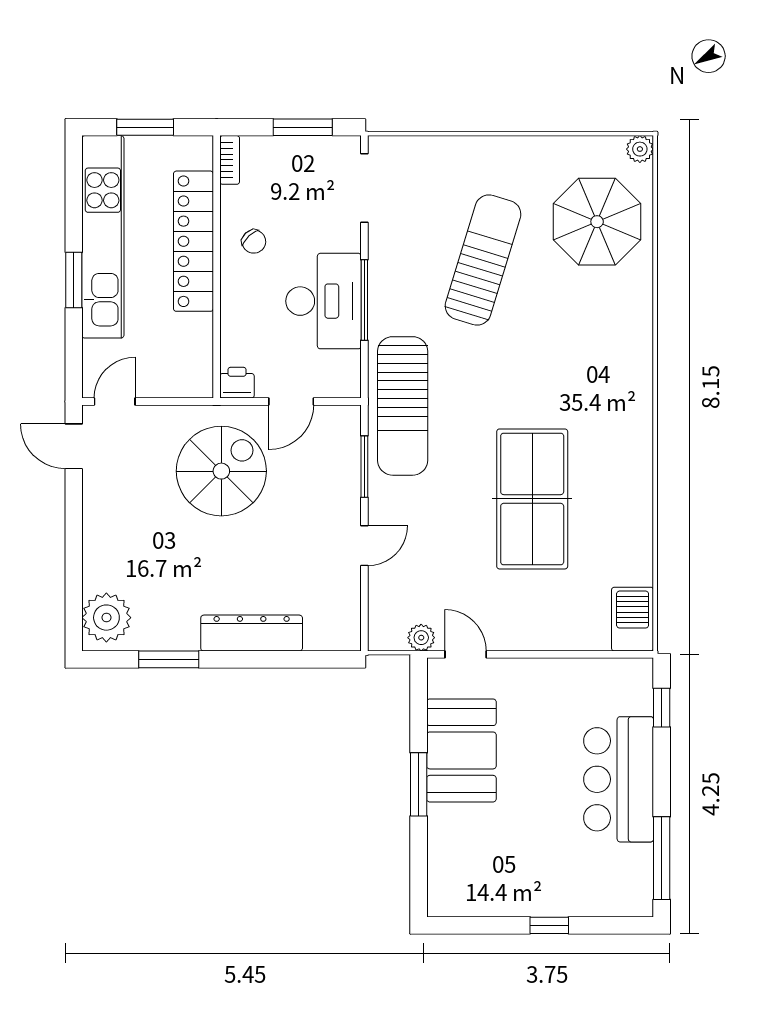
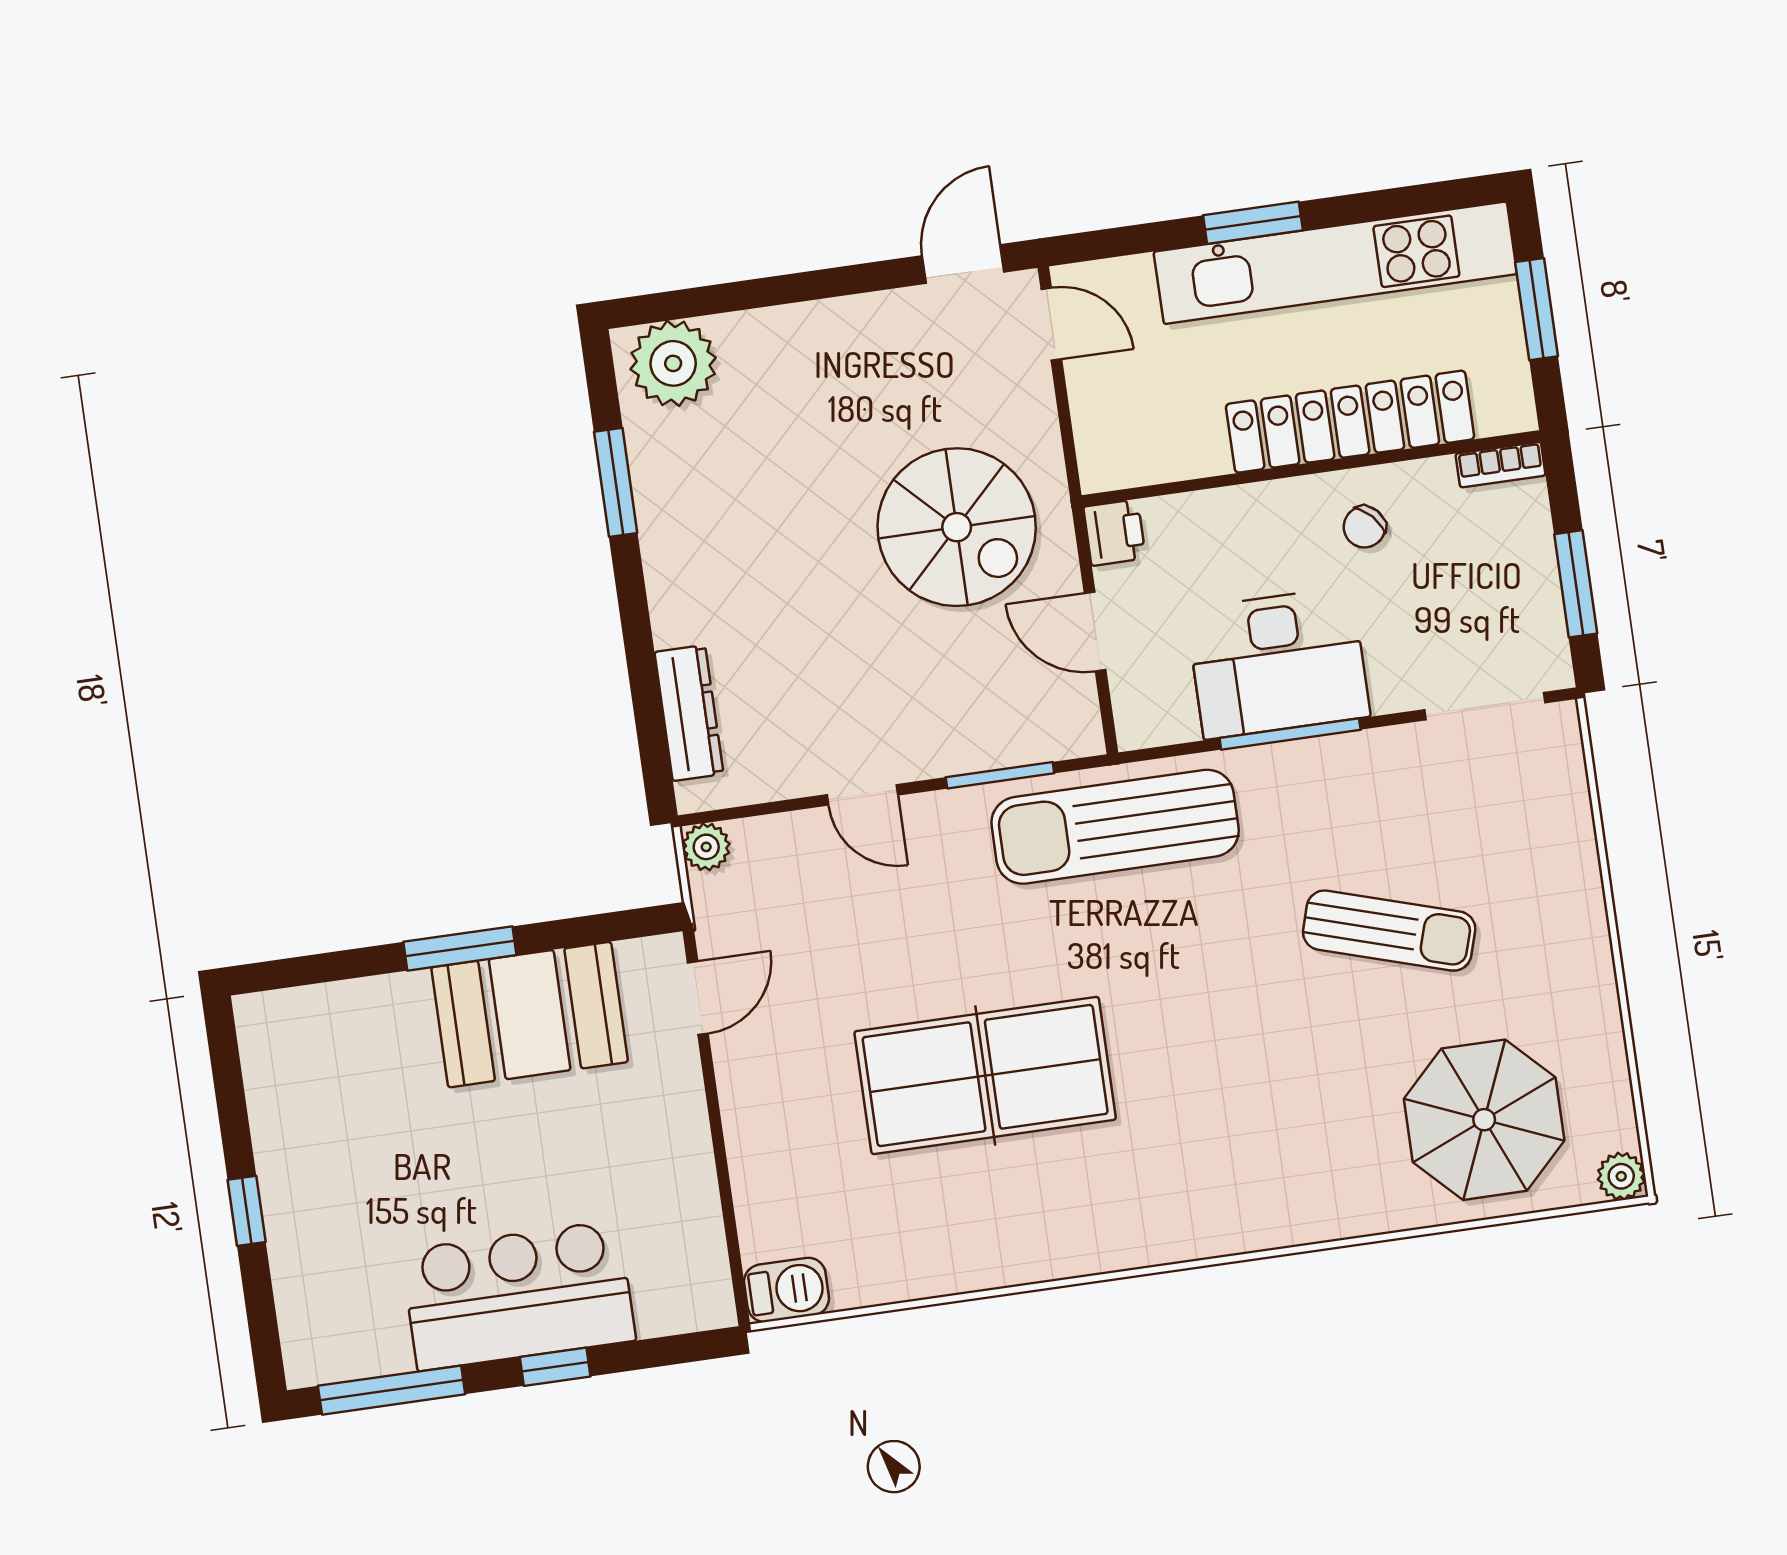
sun lounger: (483, 260) -> (1389, 931), width x0.73, depth x0.75
barbecue: (633, 619) -> (787, 1290), width x0.73, depth x0.79
dresser: (252, 633) -> (689, 713), moved, width x0.73, depth x0.80
plant: (421, 638) -> (706, 847), moved
window: (662, 708) -> (555, 1367), moved

